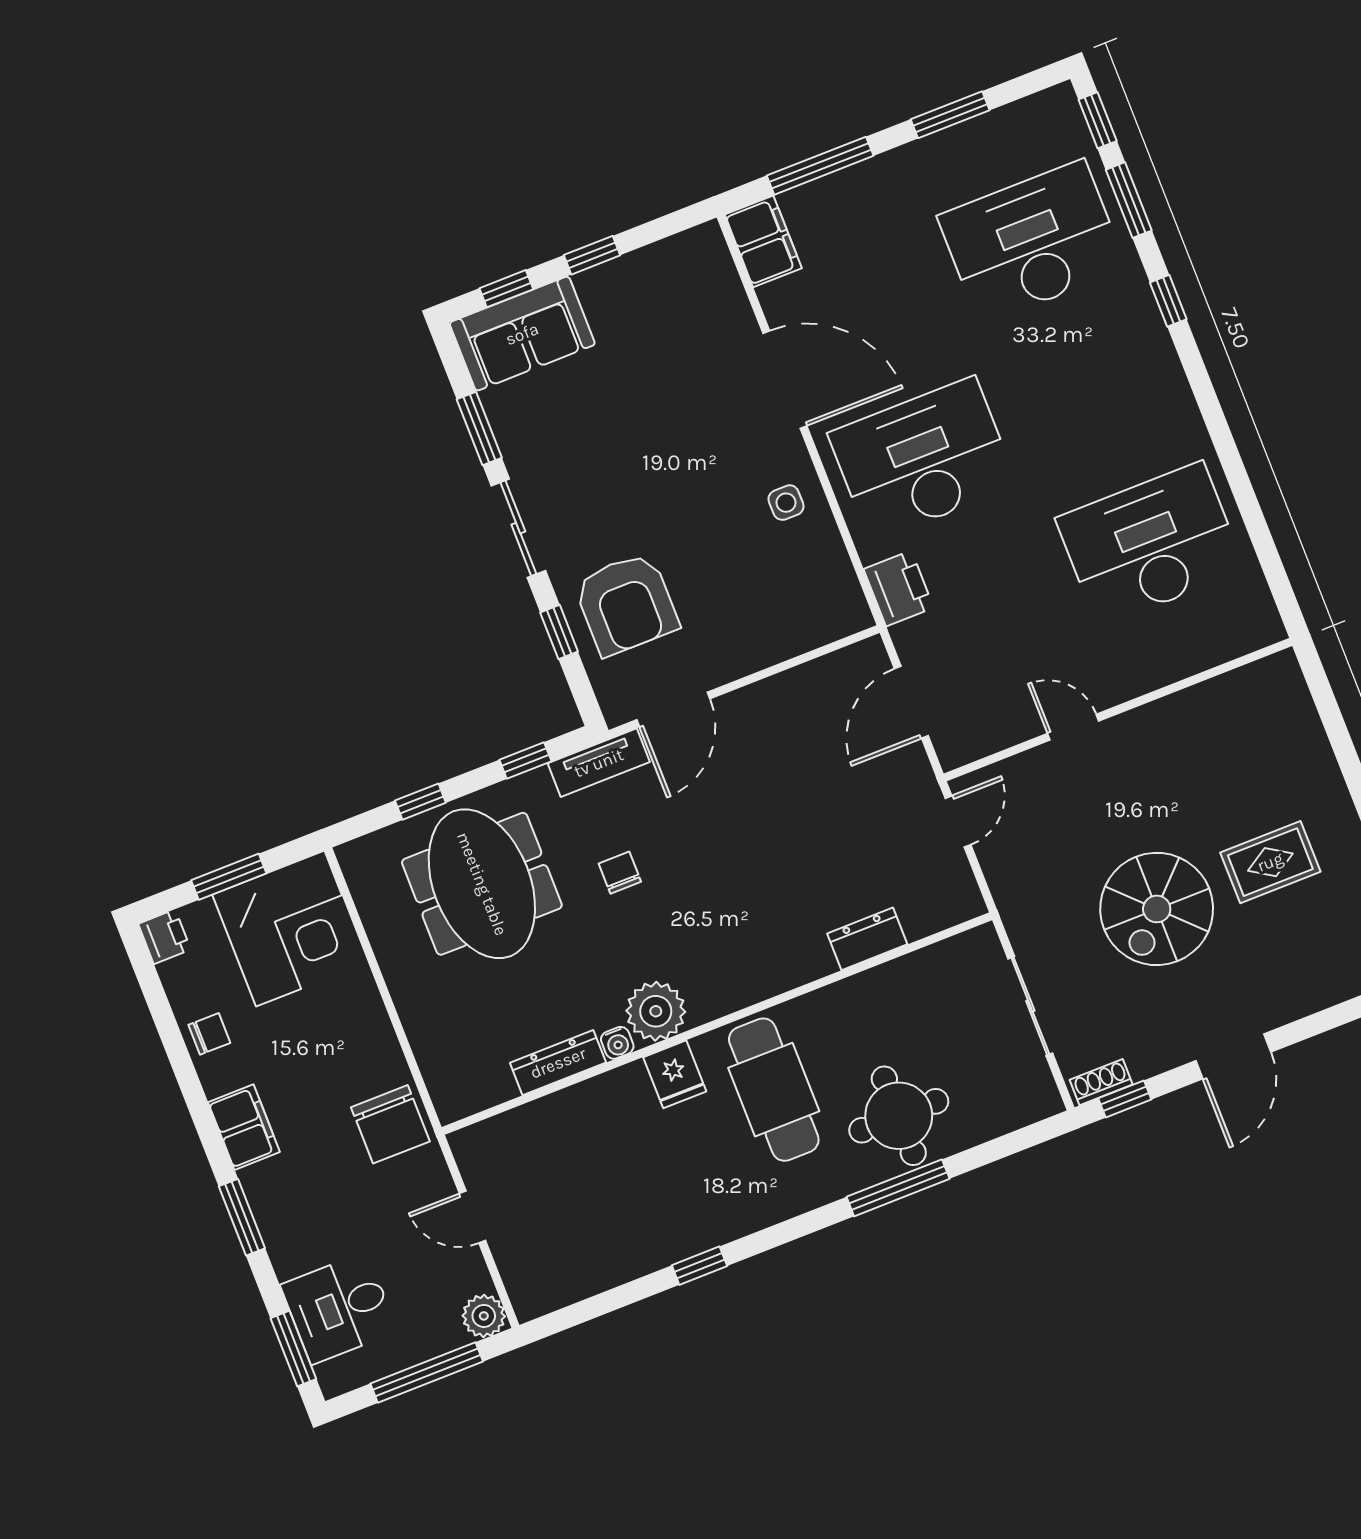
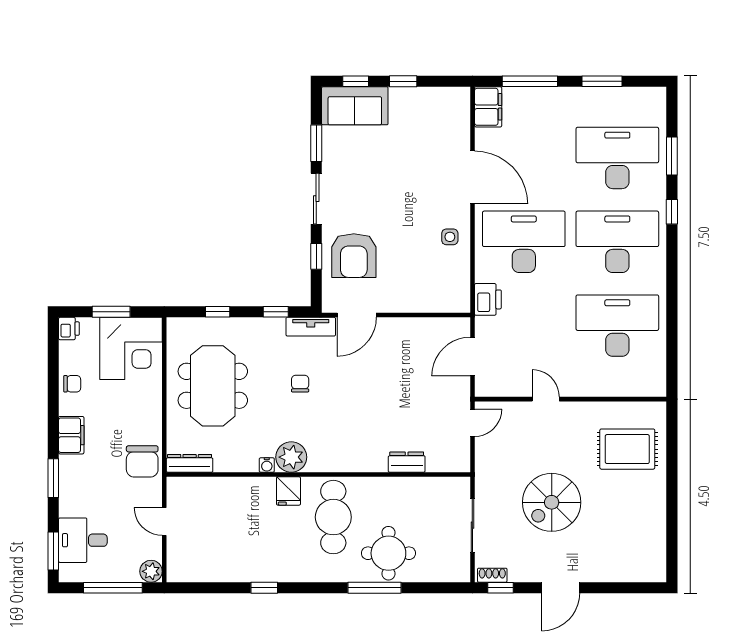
window: (1098, 120) -> (672, 112), removed
desk: (1091, 393) -> (617, 242), added
rug: (1270, 862) -> (627, 449), moved, width x1.36, depth x1.43
meeting table: (482, 884) -> (213, 386), moved
dresser: (558, 1063) -> (190, 463), moved

